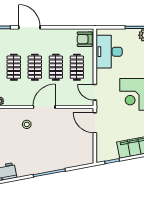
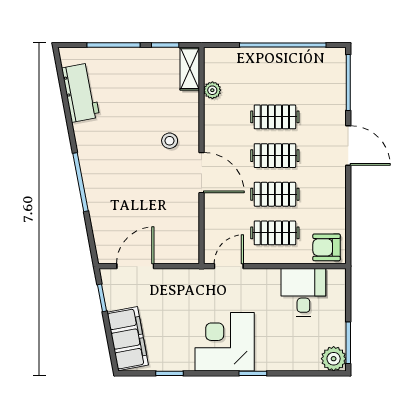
door: (29, 27) -> (348, 145), hinge flipped
armchair: (85, 39) -> (327, 247), turned -90
desk: (109, 52) -> (303, 292), width x0.73
door: (95, 123) -> (135, 266), moved

